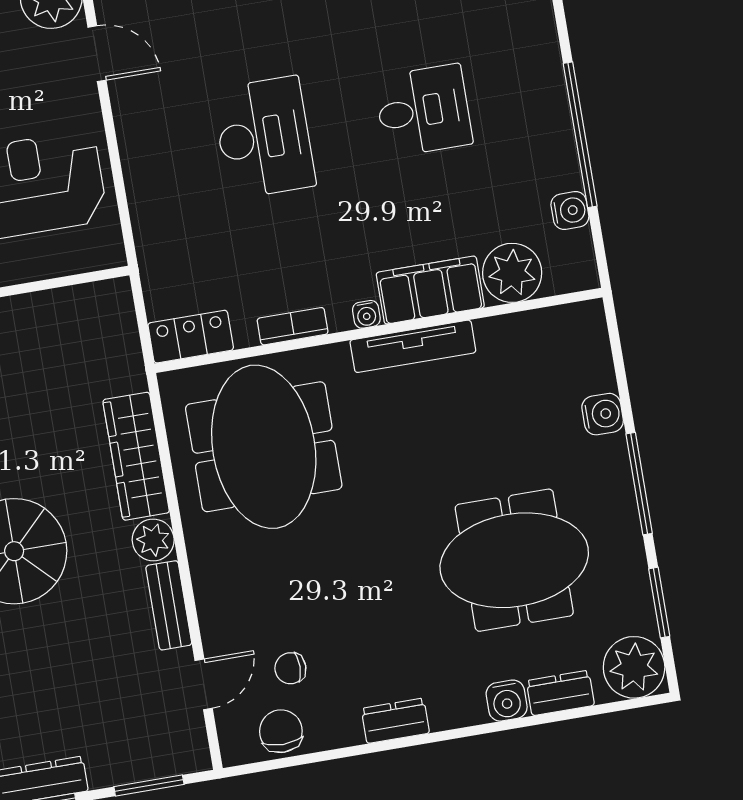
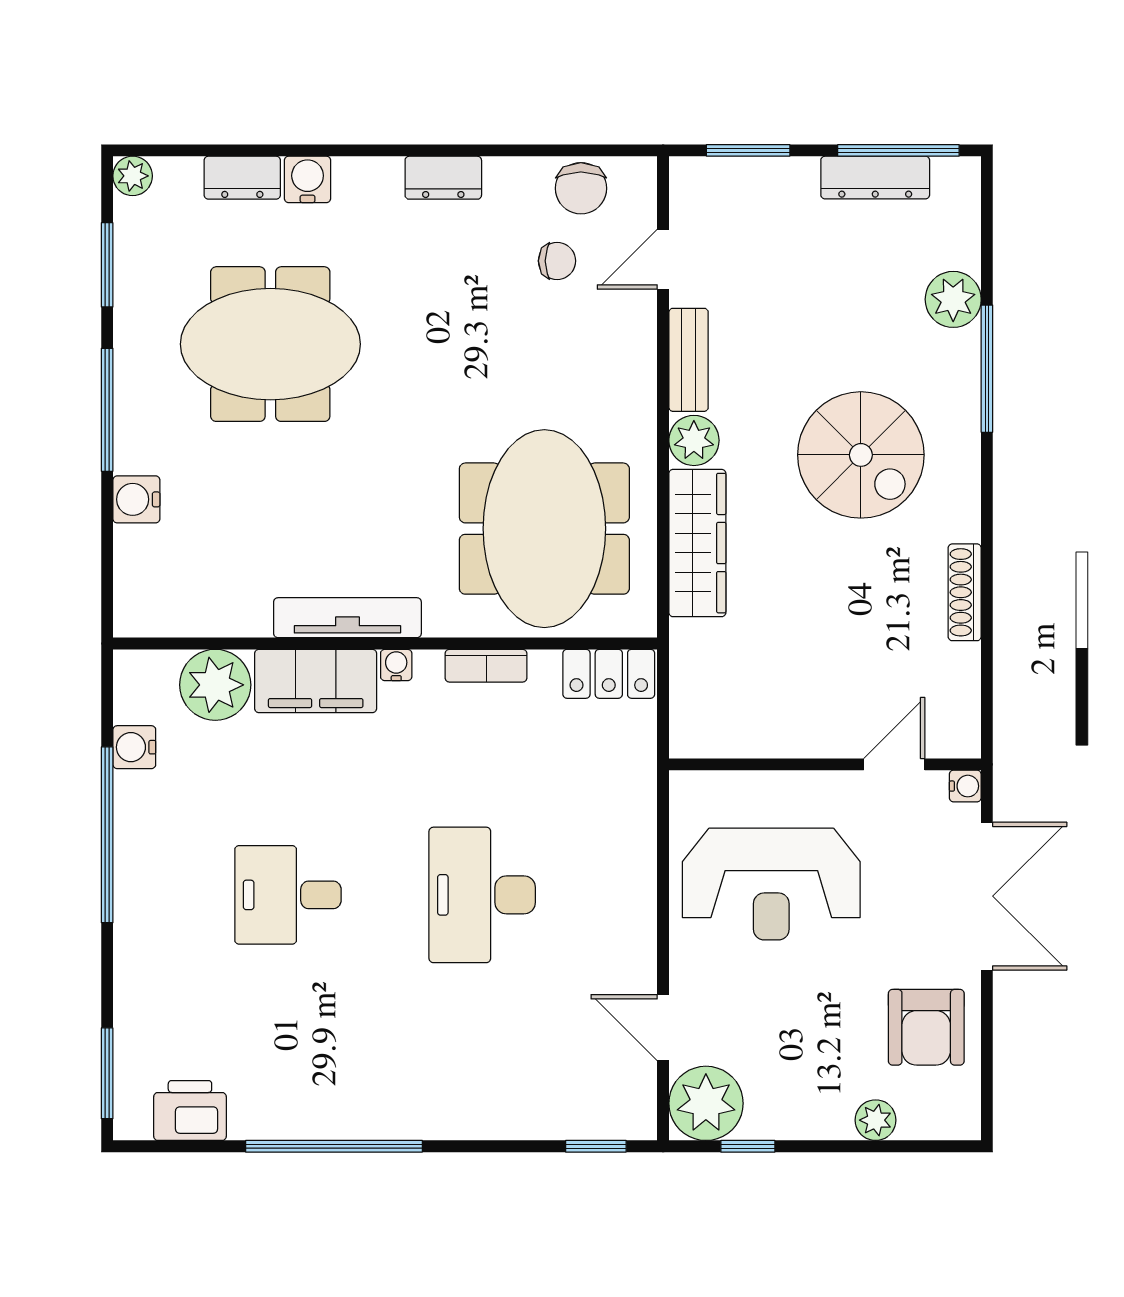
plant: (634, 667) -> (133, 176), width x0.53, depth x0.53

